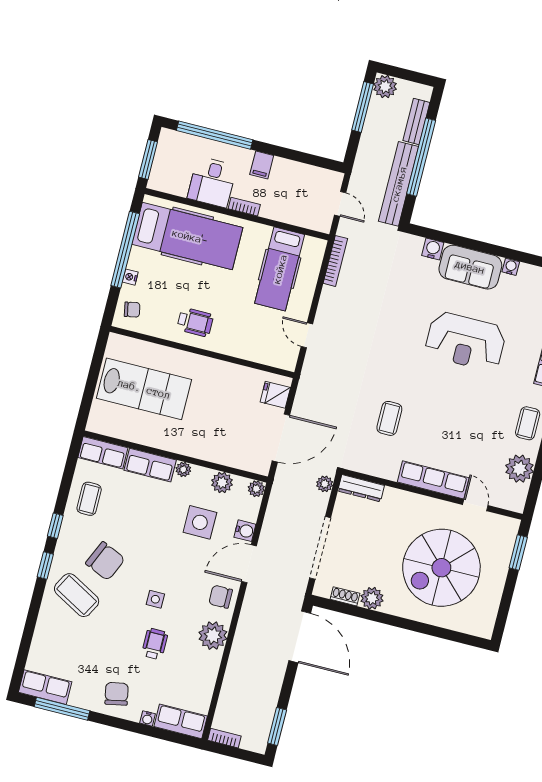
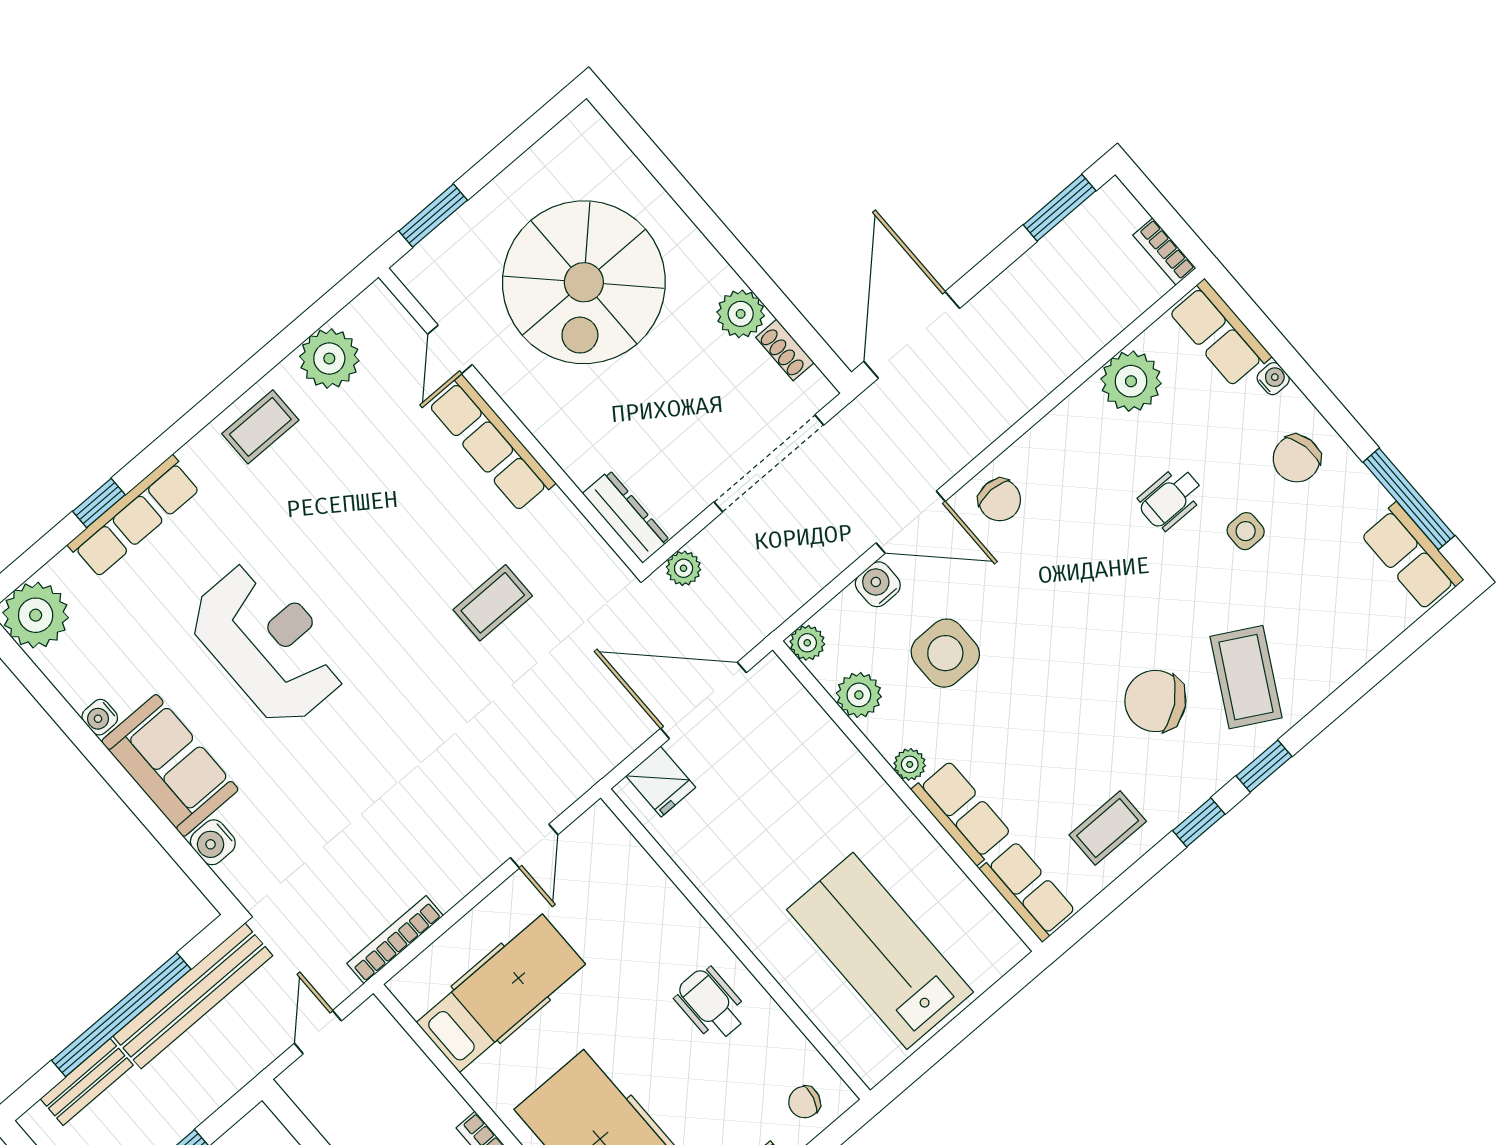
chair: (132, 310) -> (804, 1102), turned -64
chair: (105, 561) -> (1155, 701), turned -63
spiral stairs: (441, 568) -> (584, 282), turned 90
side table: (155, 599) -> (1246, 531), moved
plant: (213, 636) -> (1131, 381), moved

